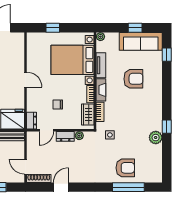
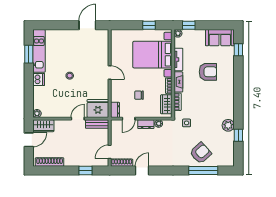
window: (53, 28) -> (149, 25), moved
window: (135, 28) -> (189, 25), moved
sofa: (141, 41) -> (220, 38), width x0.73
window: (167, 127) -> (238, 135), moved
door: (26, 167) -> (110, 152), hinge flipped
armchair: (125, 168) -> (201, 153), turned -42

